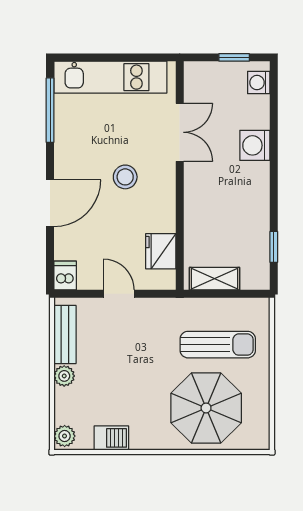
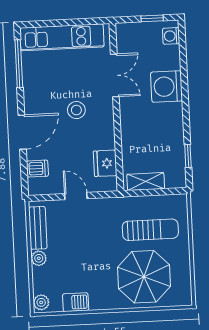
washing machine: (255, 145) -> (167, 87), width x1.37, depth x1.37
dishwasher: (65, 276) -> (37, 169), moved, turned 90

